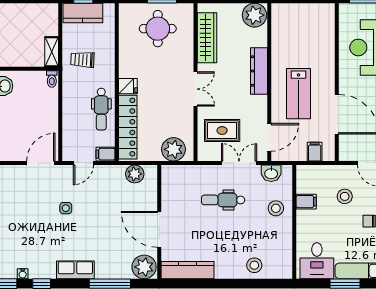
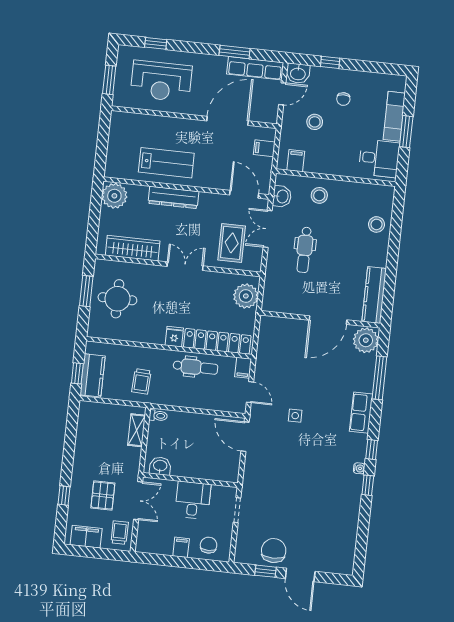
shelving: (52, 52) -> (137, 430), moved, turned 90
lab bench: (298, 94) -> (166, 163), moved
plant: (135, 174) -> (267, 339), removed
filing cabinet: (306, 202) -> (296, 161), moved

